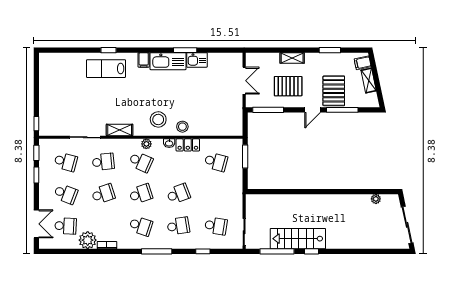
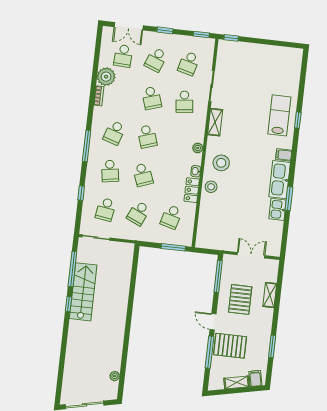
shelving: (292, 58) -> (270, 295), moved
double door: (244, 81) -> (251, 255), swing flipped
school desk: (141, 162) -> (138, 213), moved
window: (36, 175) -> (165, 30), moved

